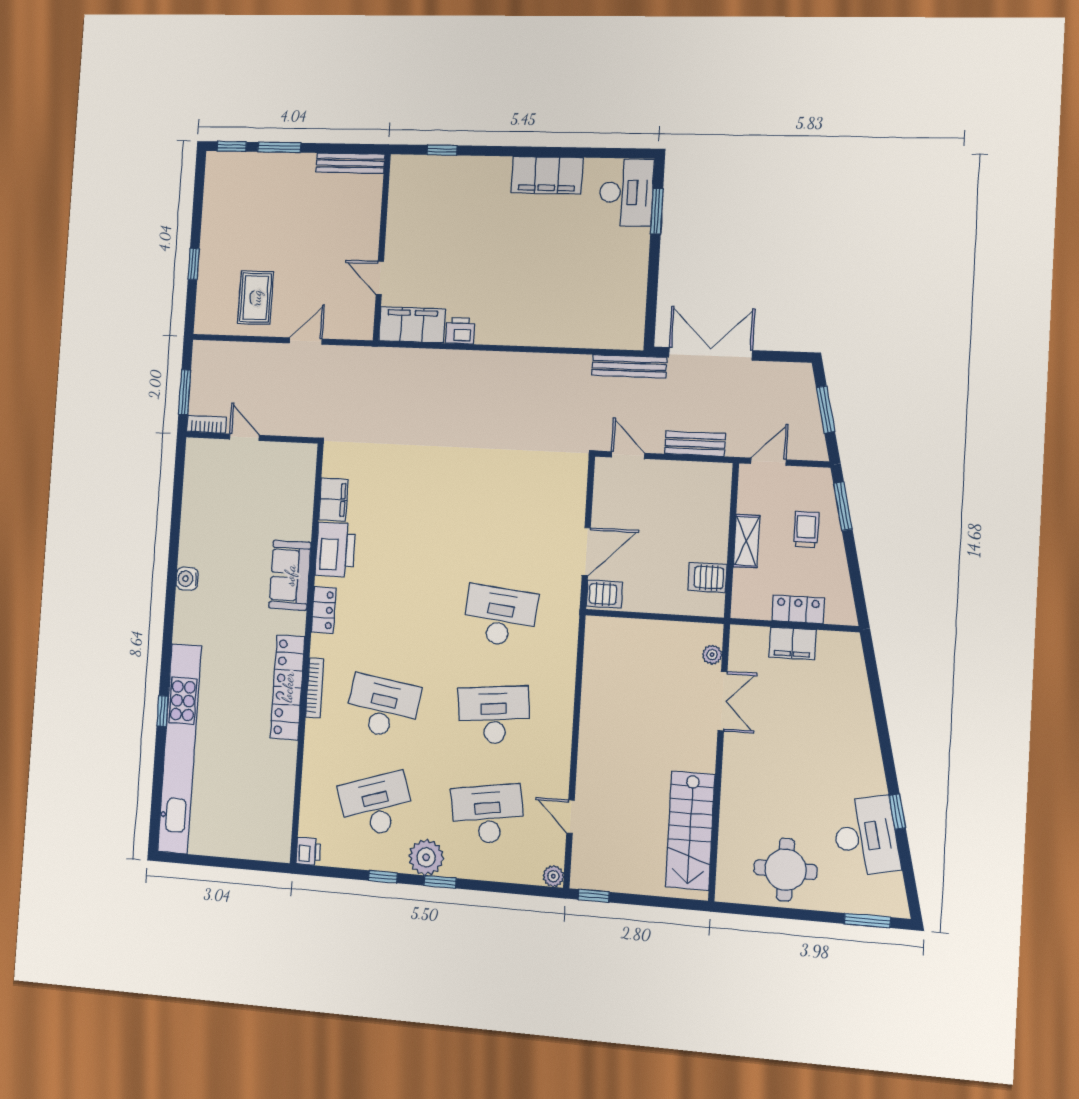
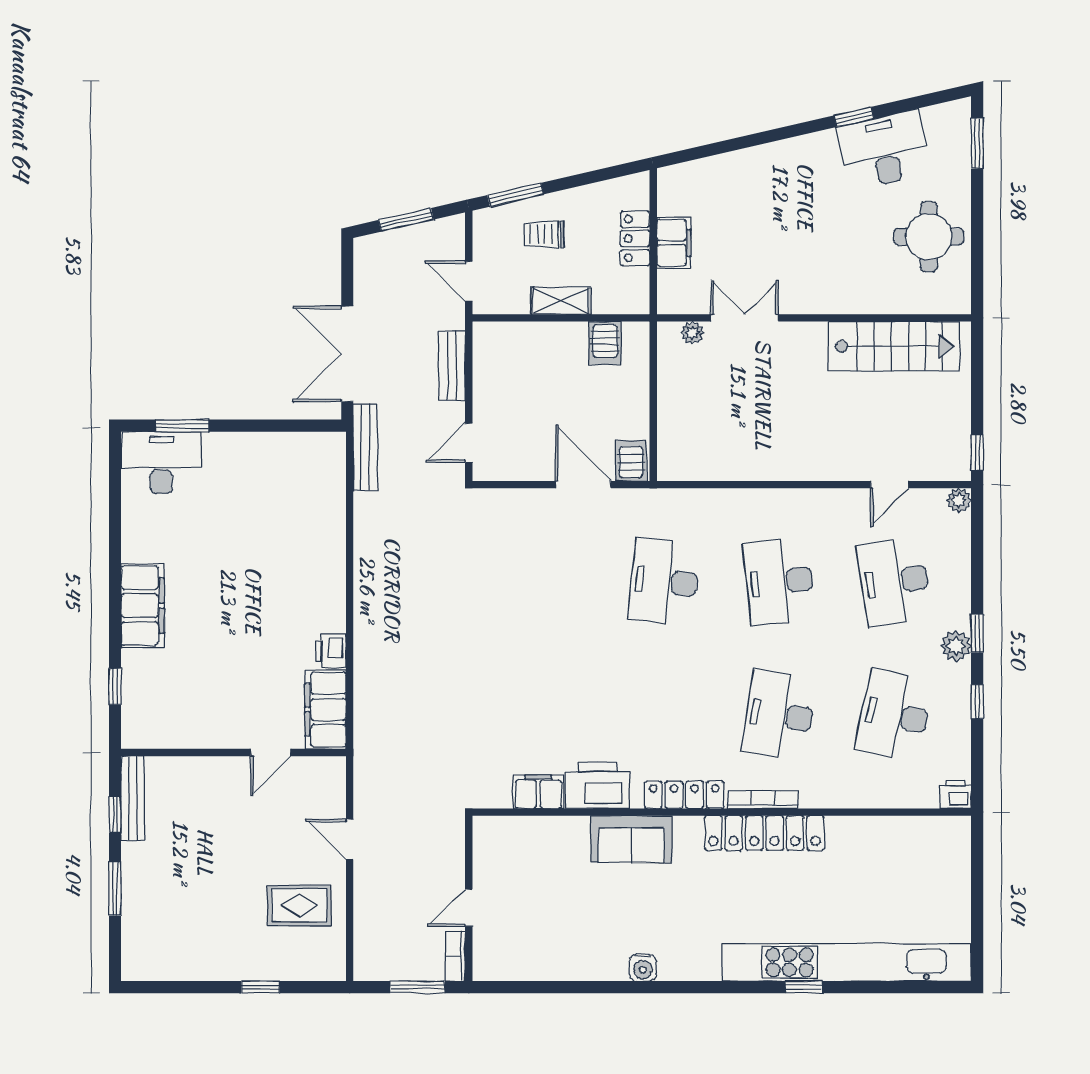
window: (232, 147) -> (115, 815), moved
filing cabinet: (547, 175) -> (143, 606), moved
locker: (324, 610) -> (684, 795), width x1.53
desk: (376, 805) -> (895, 715), turned 30
plant: (426, 857) -> (956, 646), width x0.73, depth x0.73

